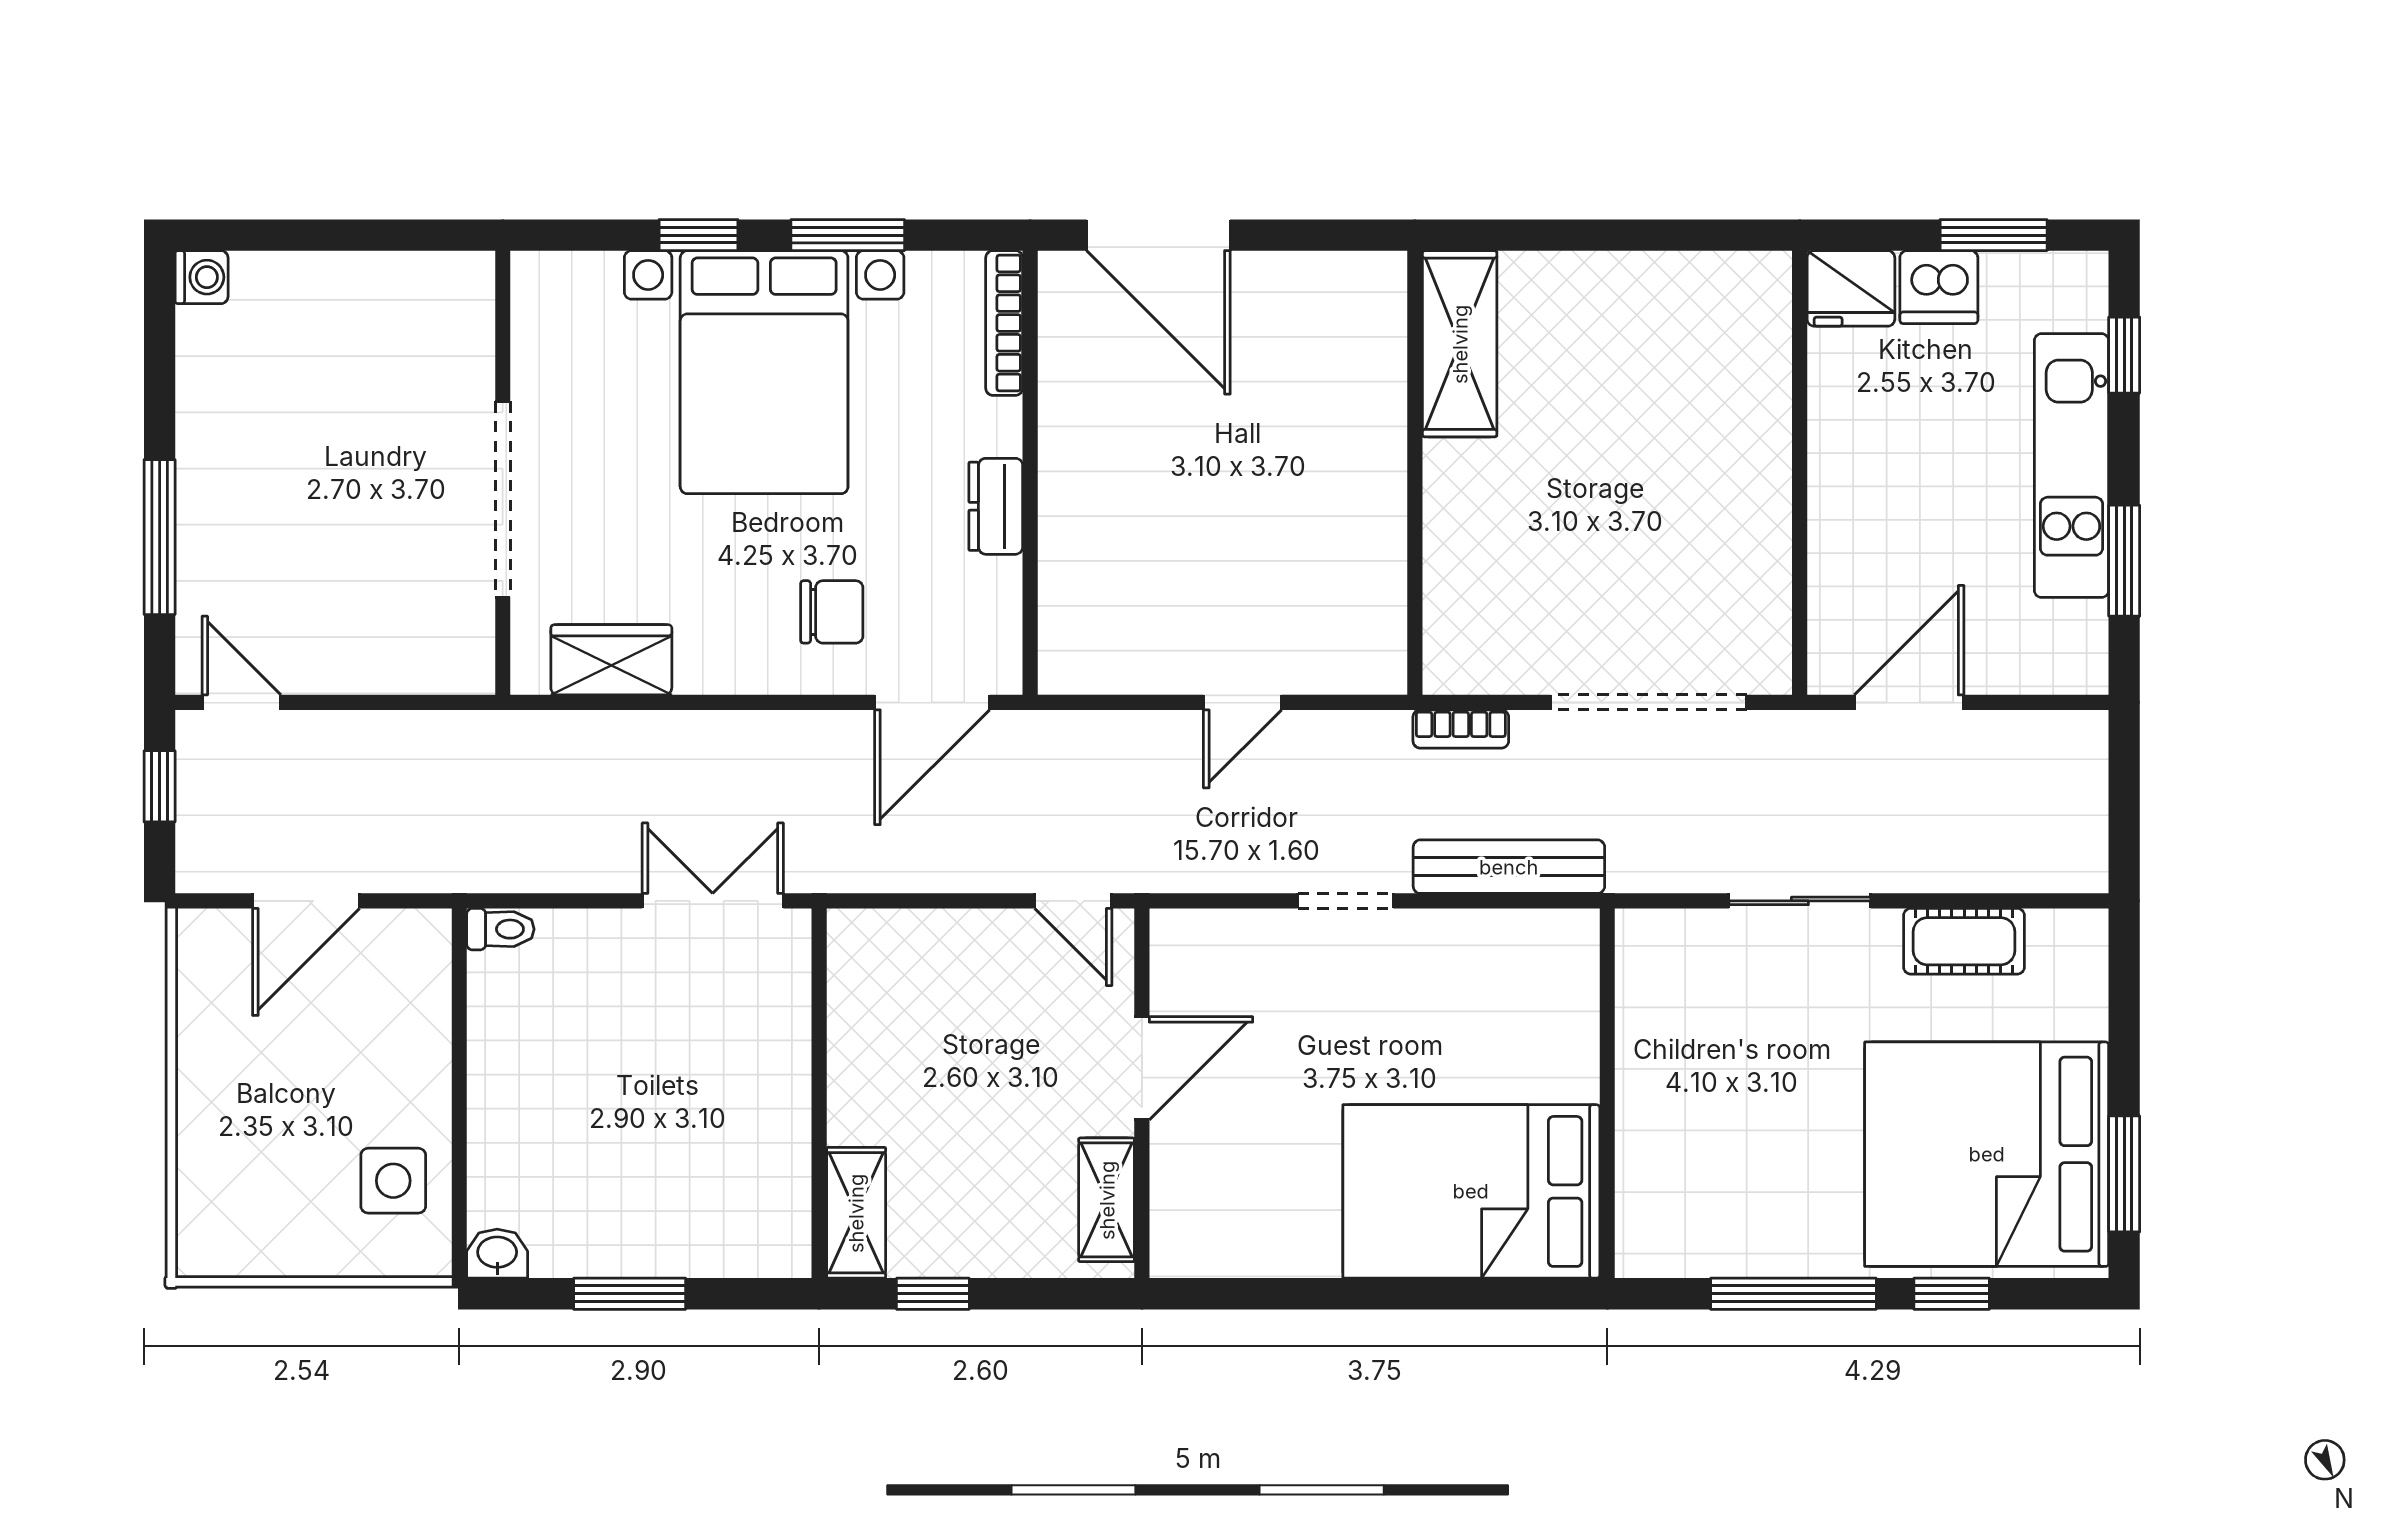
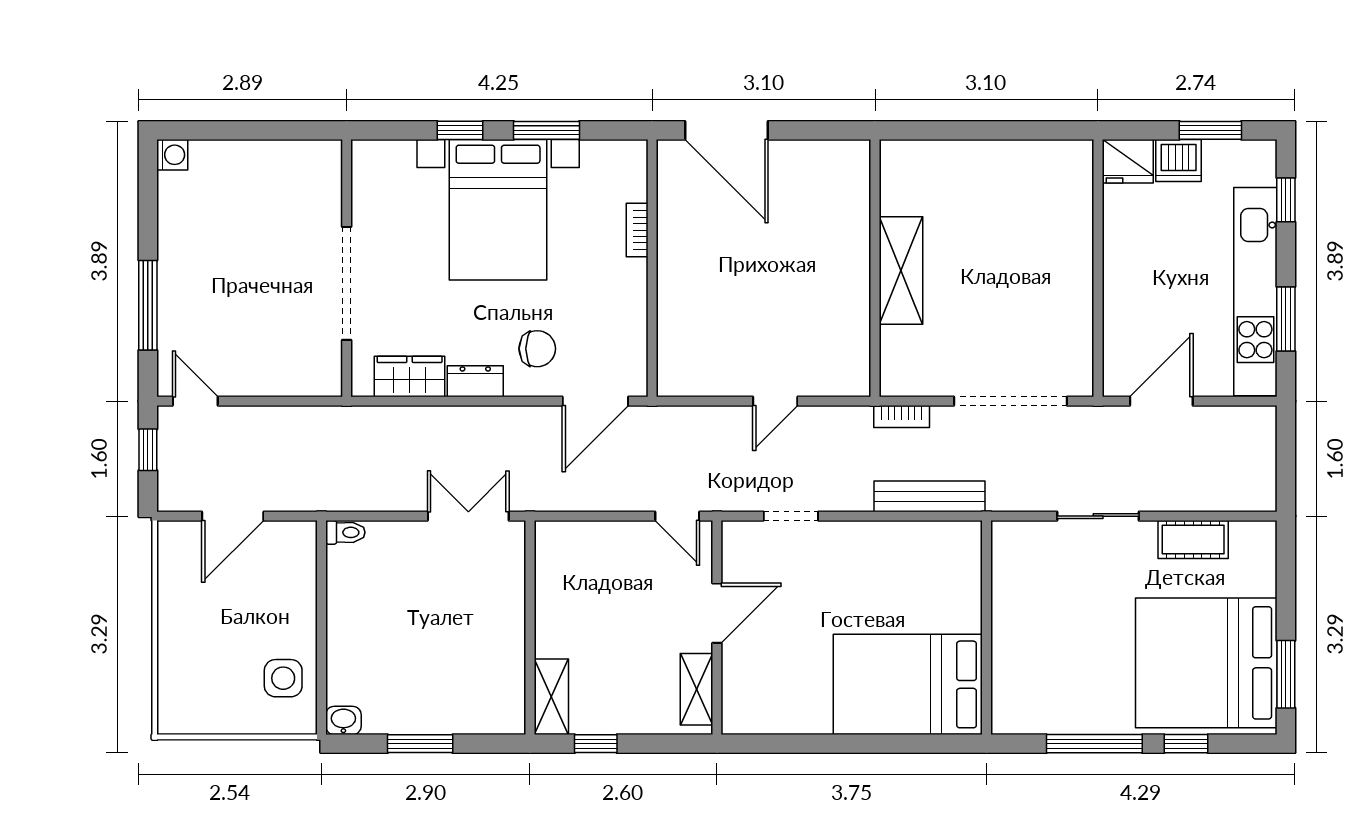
bookcase: (1004, 323) -> (637, 230), moved, width x0.64
shelving: (1460, 344) -> (901, 270), moved
kitchen unit: (2071, 466) -> (1255, 292), width x1.36
dresser: (996, 506) -> (475, 381), moved, turned 90
doorway: (1346, 901) -> (791, 516), moved

